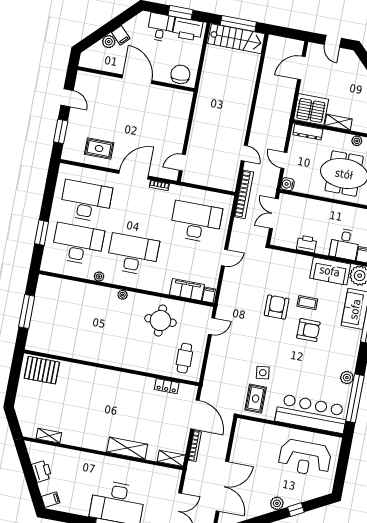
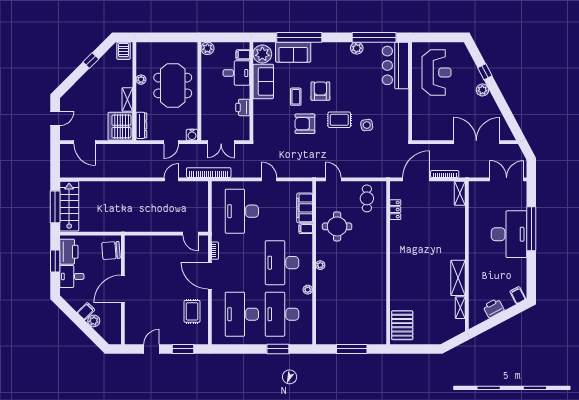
filing cabinet: (209, 295) -> (306, 229), moved
cafe table: (184, 358) -> (367, 198), turned 90
rug: (256, 399) -> (339, 120), moved
bar counter: (311, 414) -> (395, 65), width x0.73
shelving: (127, 448) -> (458, 278), moved

